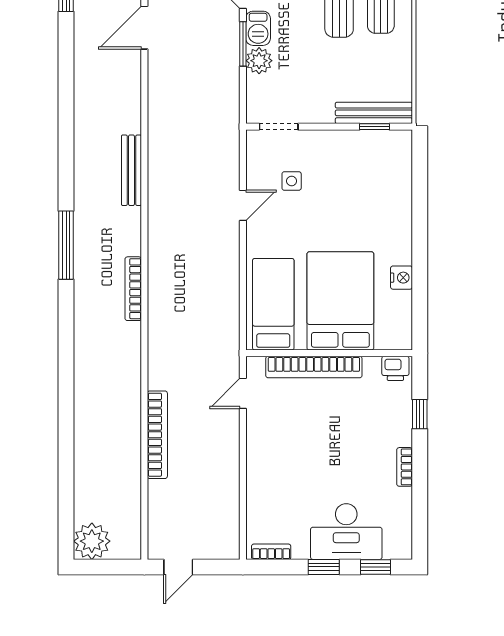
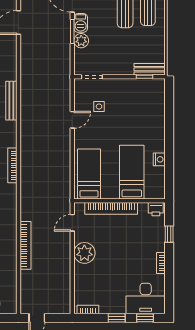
bench: (374, 113) -> (150, 69), width x0.73
bed: (340, 301) -> (132, 172), width x0.67
plant: (265, 449) -> (84, 253), added
desk: (346, 532) -> (146, 298), moved

